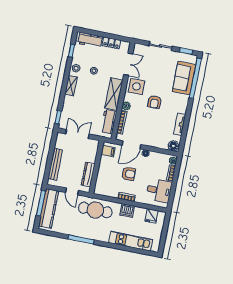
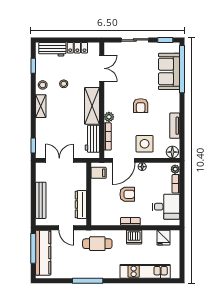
side table: (136, 86) -> (145, 144), moved
cafe table: (95, 210) -> (97, 244), width x0.73, depth x0.74

